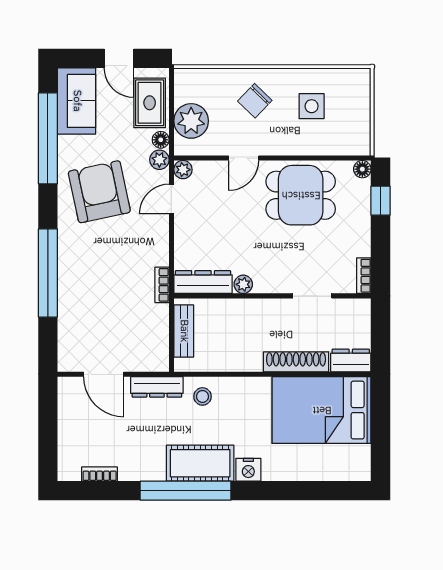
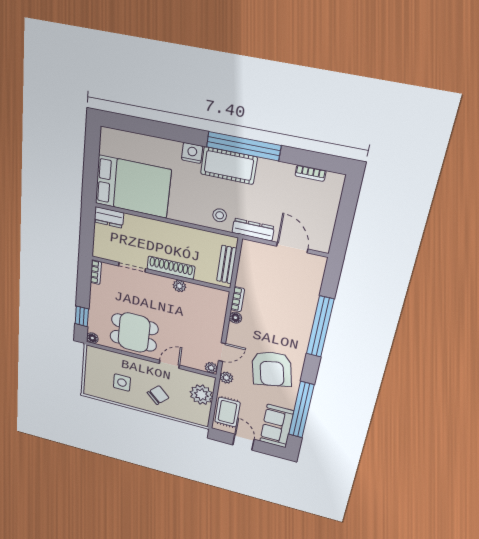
floor lamp: (161, 140) -> (235, 318), moved
dresser: (203, 282) -> (208, 294), removed
shoe rack: (296, 362) -> (171, 268), moved, turned 180

